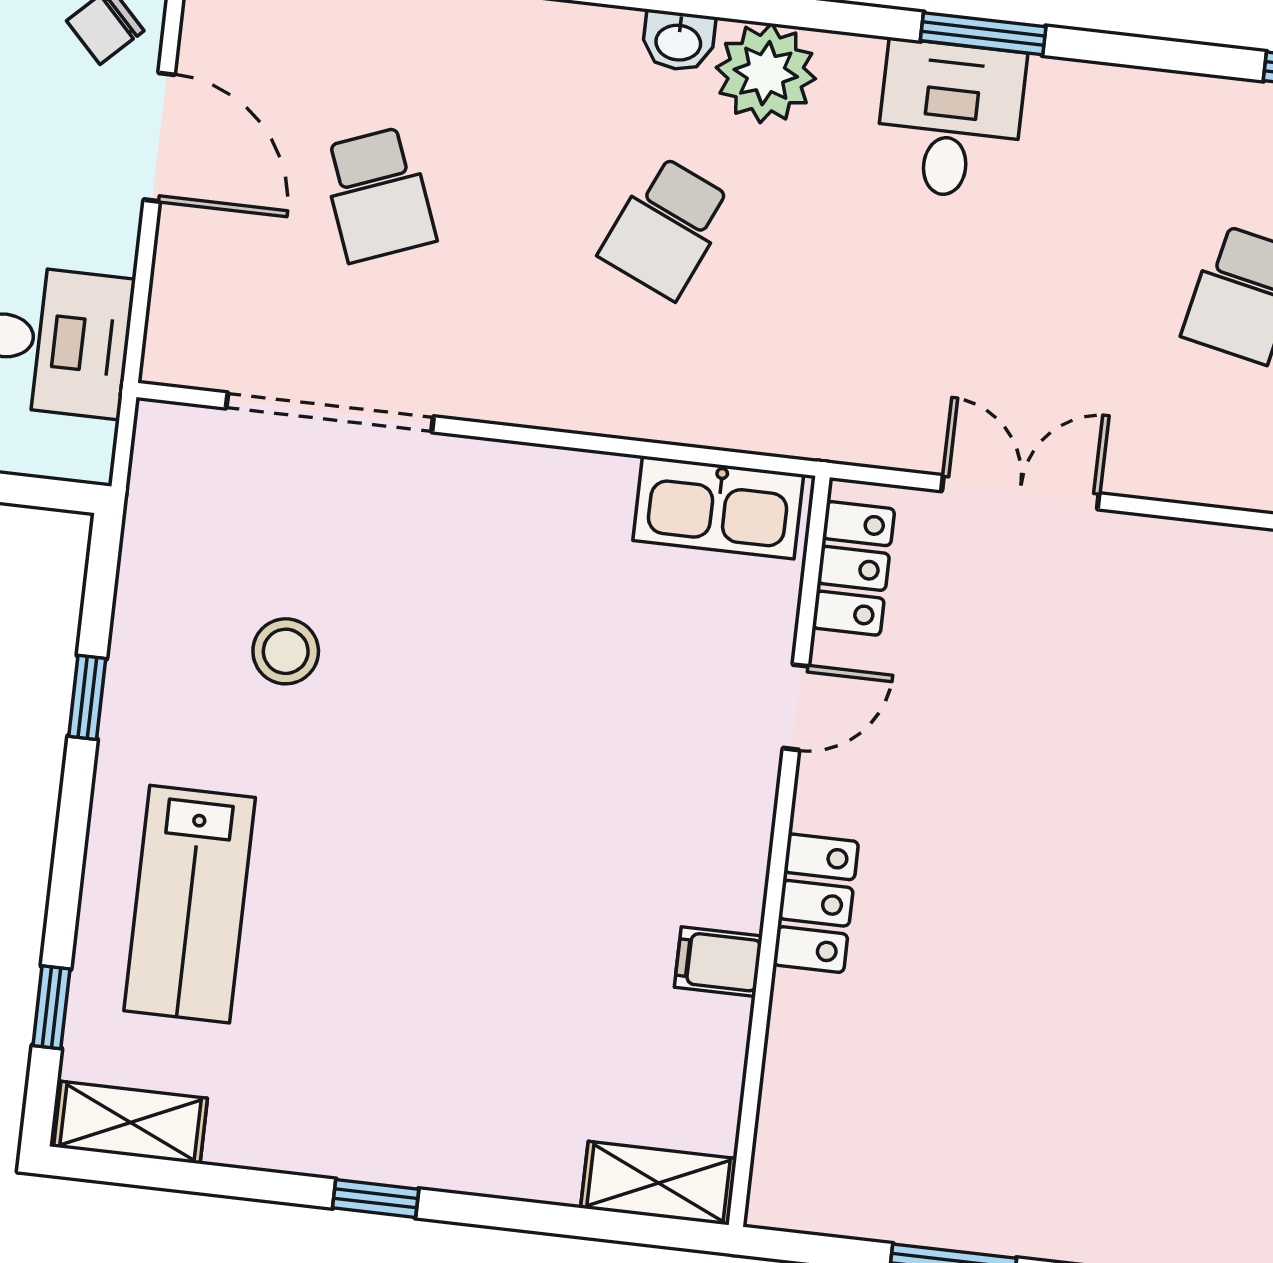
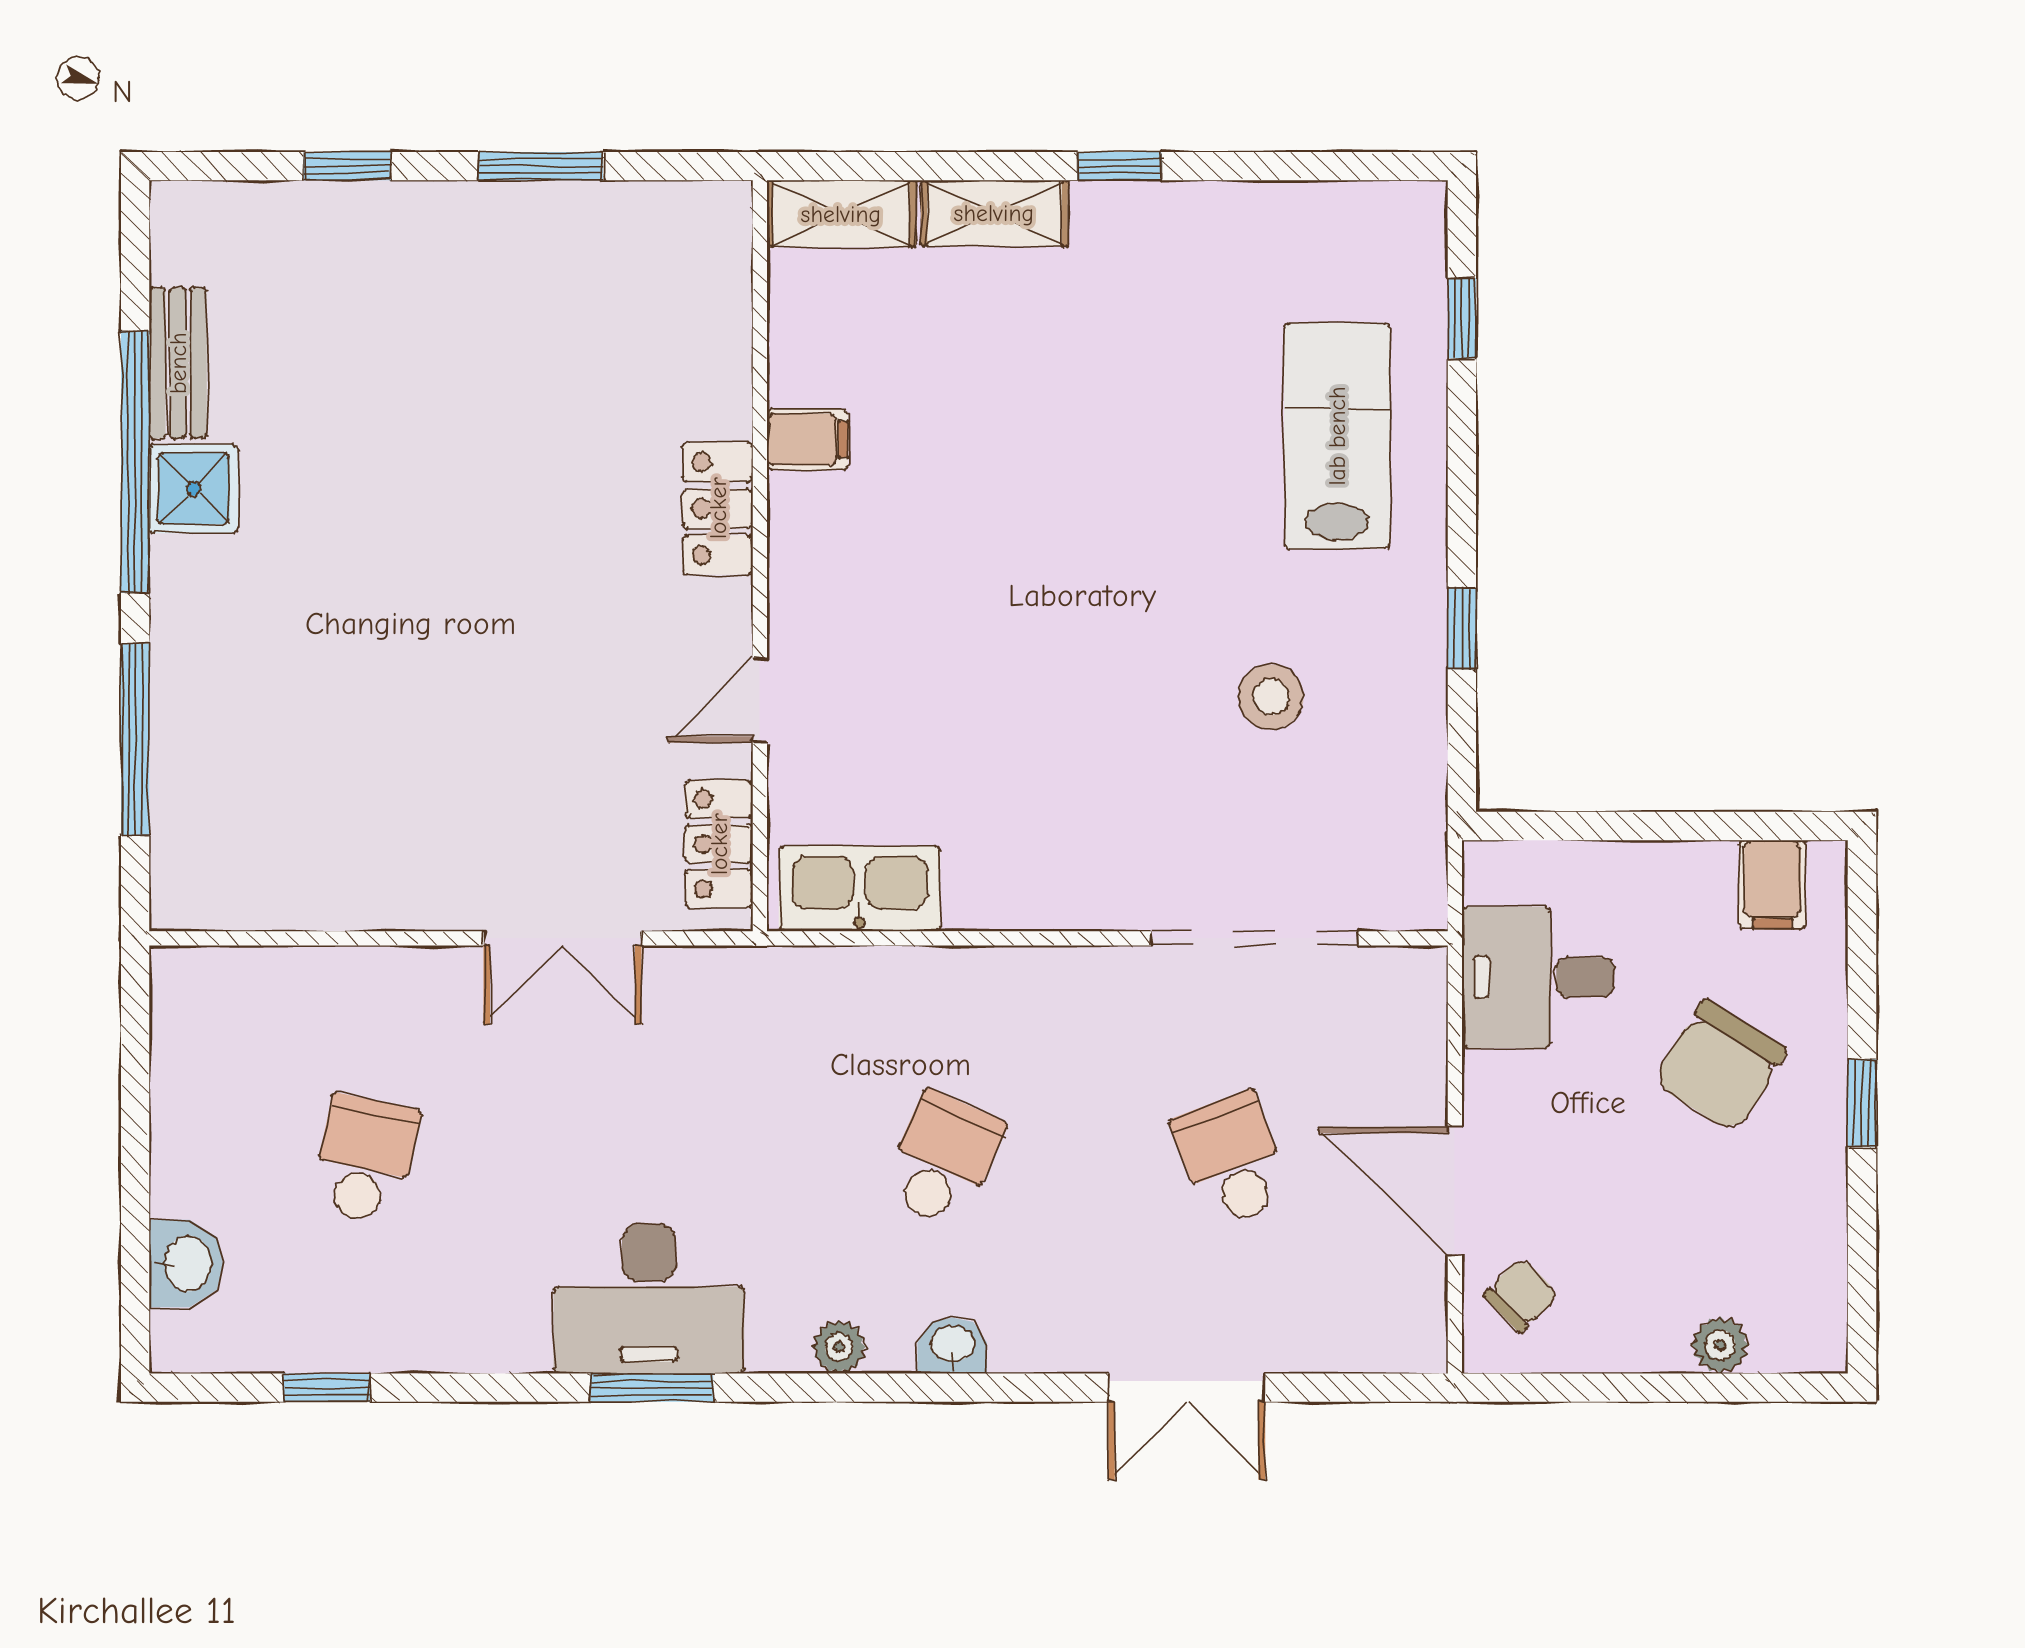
plant: (766, 73) -> (839, 1347), width x0.53, depth x0.53
desk: (950, 120) -> (649, 1299), width x1.37
shelving: (130, 1123) -> (994, 213), moved

